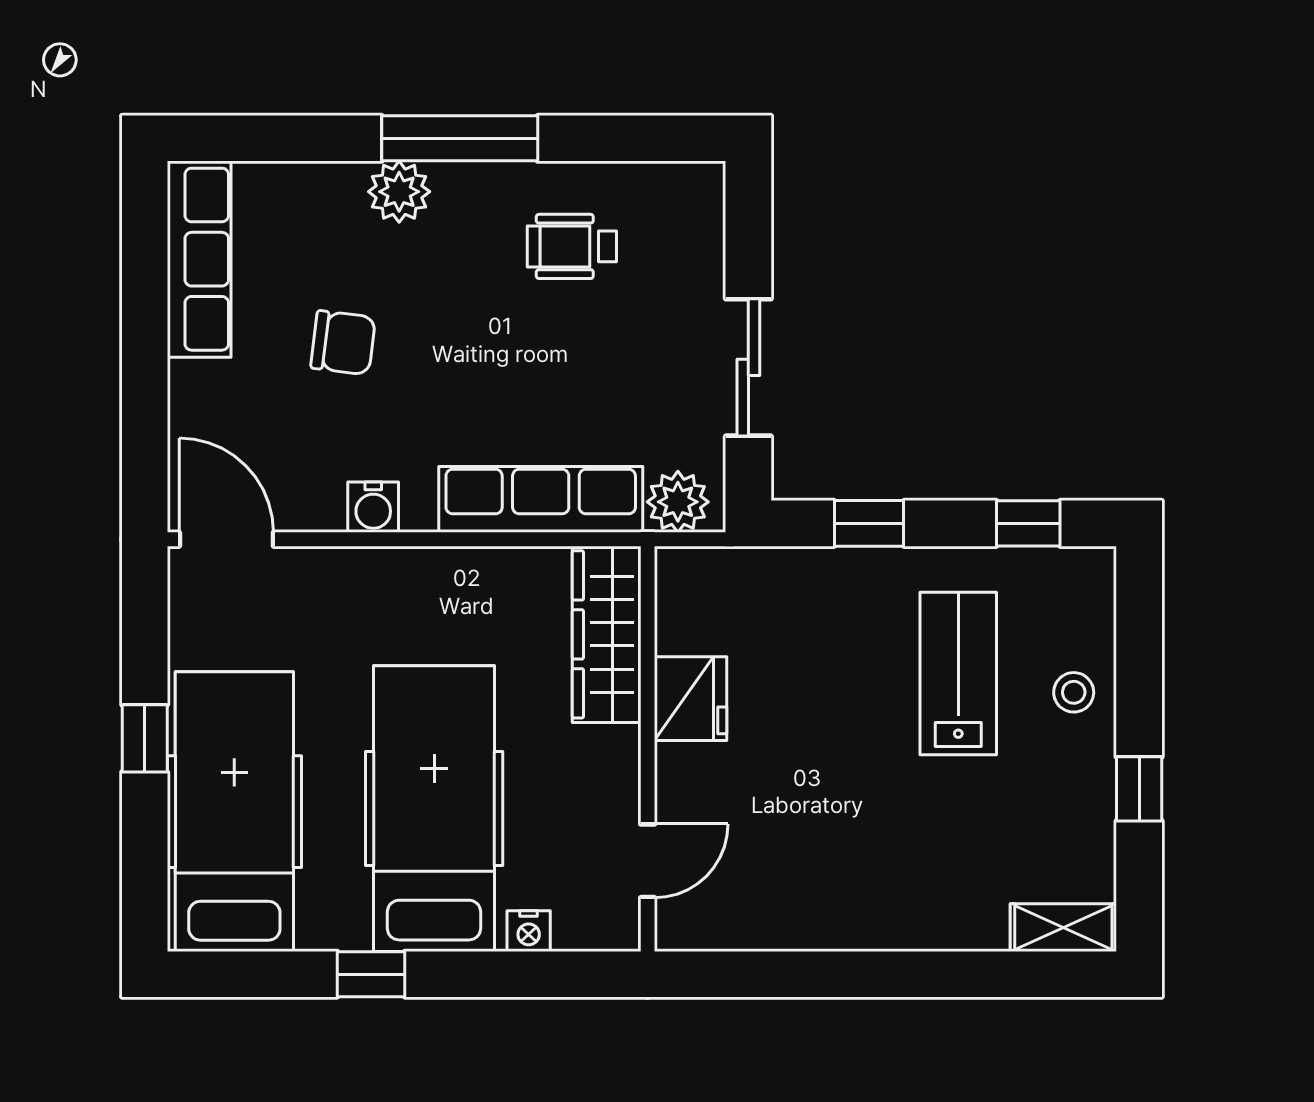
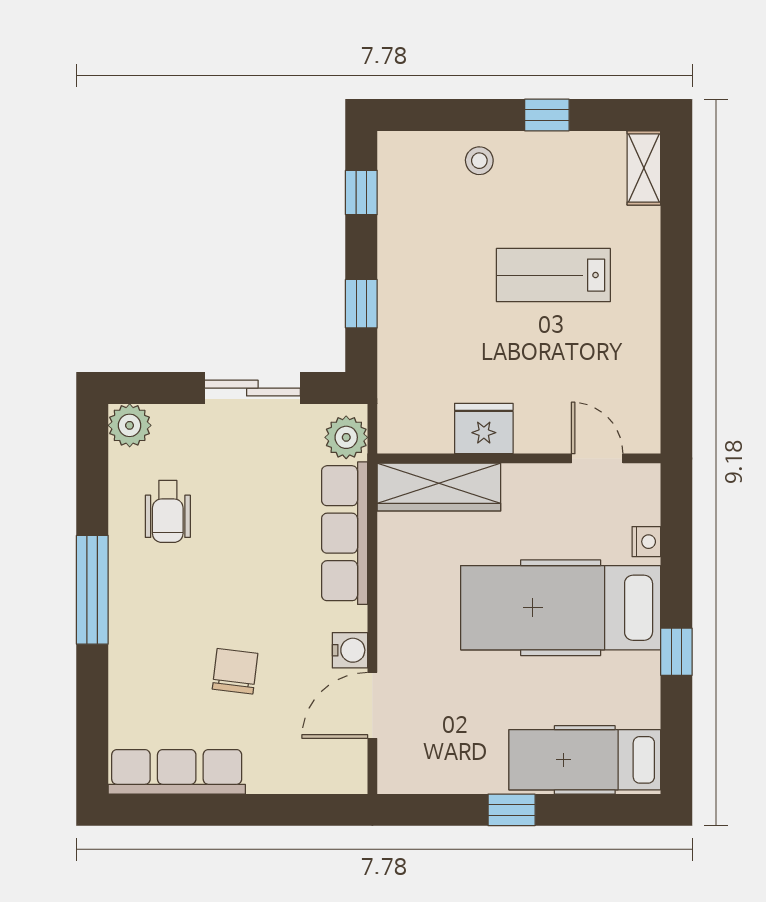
plant: (399, 192) -> (130, 425), moved
door: (226, 539) -> (372, 705), moved
lab bench: (958, 673) -> (553, 275), moved
hospital bed: (234, 812) -> (585, 760), width x0.73, depth x0.78

